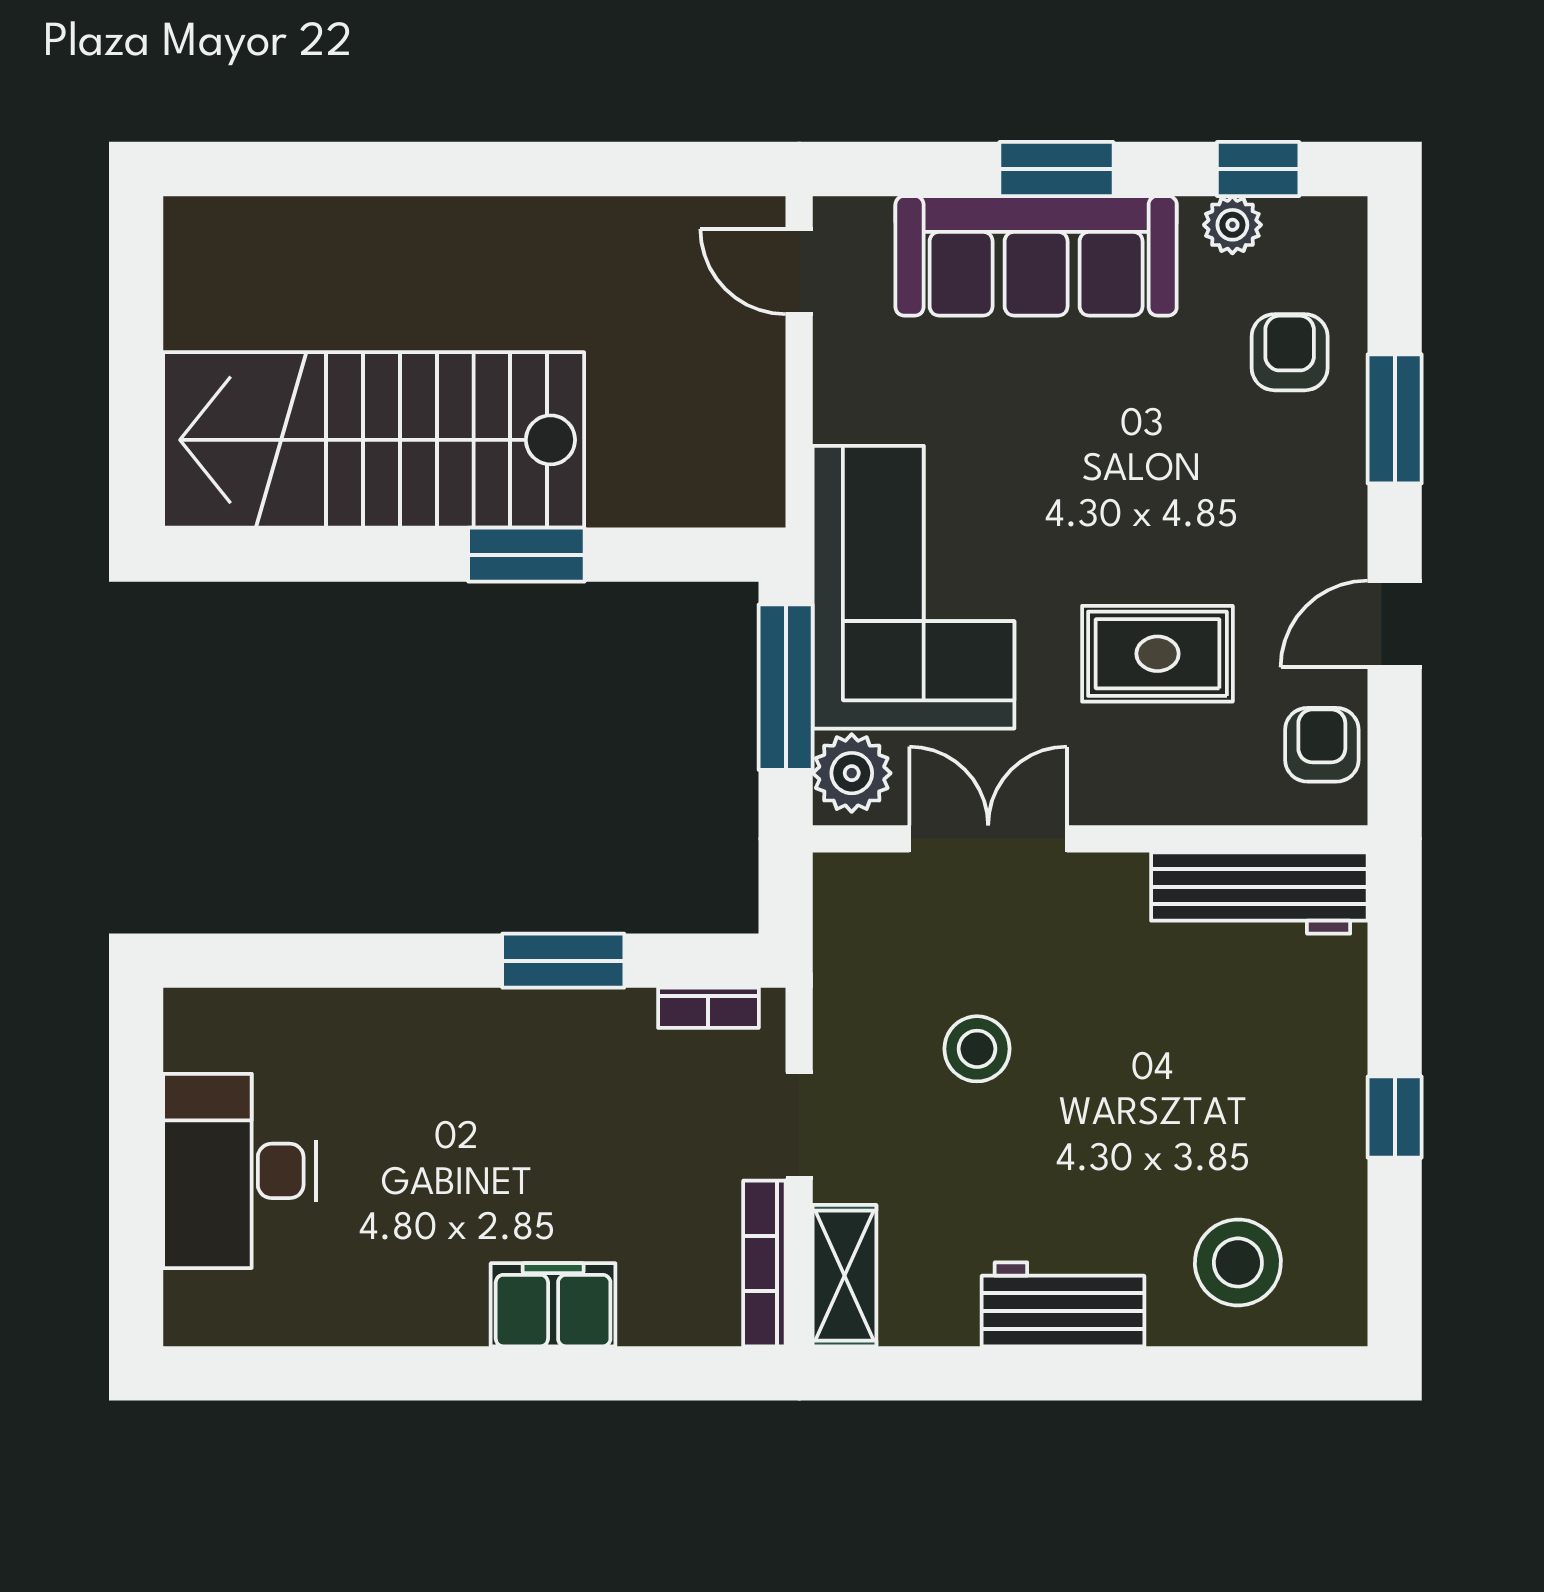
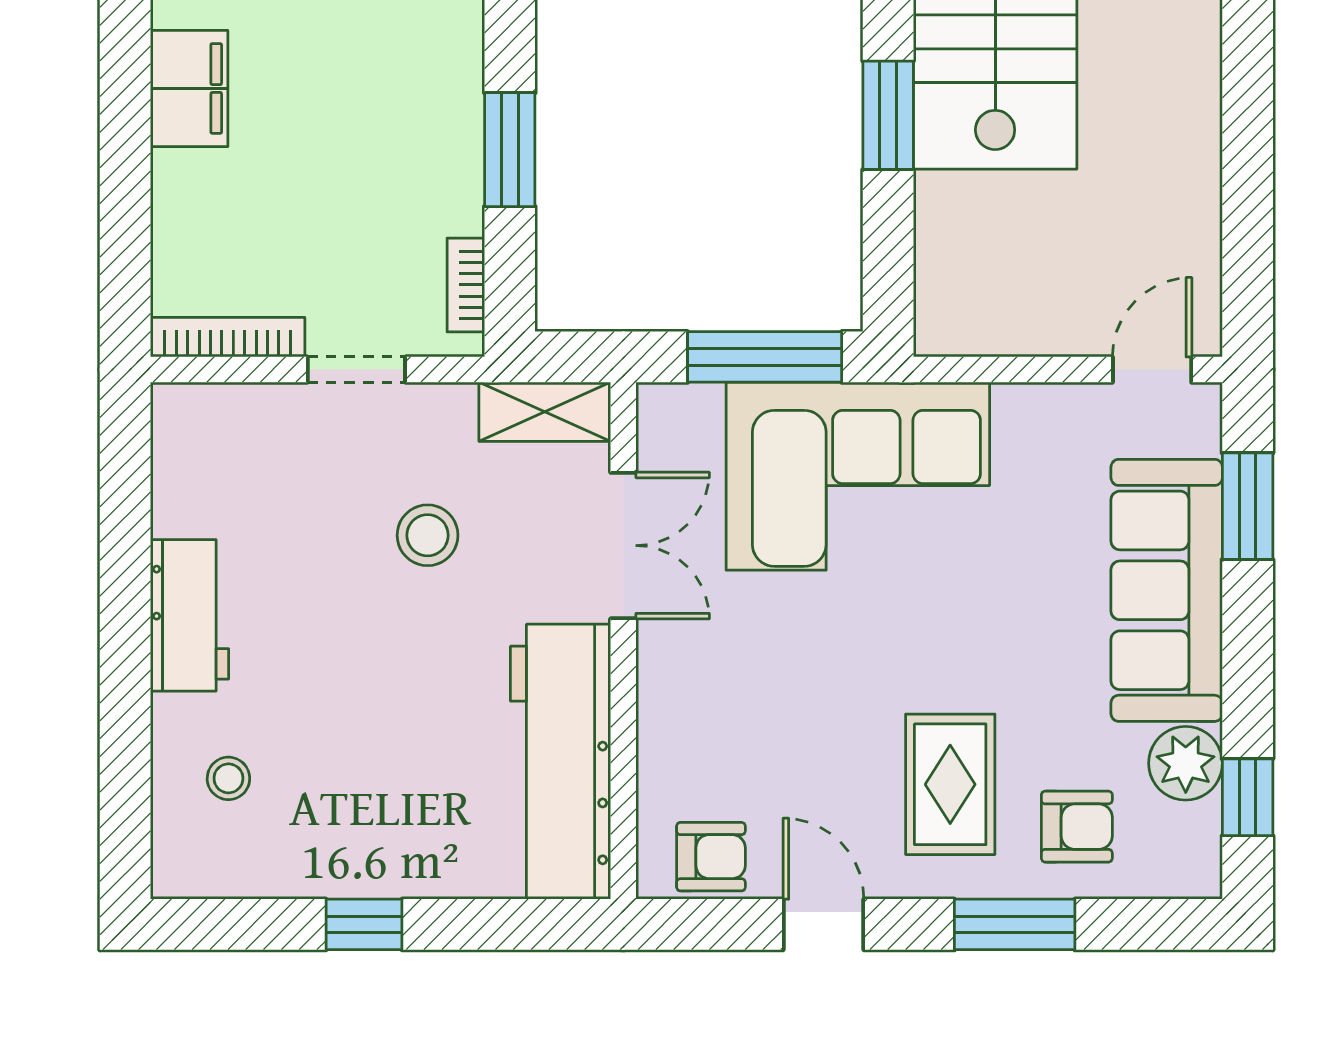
window: (1056, 169) -> (1248, 506), moved
plant: (1232, 225) -> (1186, 763), width x1.38, depth x1.38
rug: (1157, 654) -> (950, 784), moved
plant: (852, 773) -> (685, 419), removed
workbench: (1259, 893) -> (561, 762), width x1.36, depth x1.32
stool: (1238, 1262) -> (228, 778), width x0.53, depth x0.53
shelving: (844, 1276) -> (545, 412), moved
filing cabinet: (553, 1305) -> (189, 88), moved

